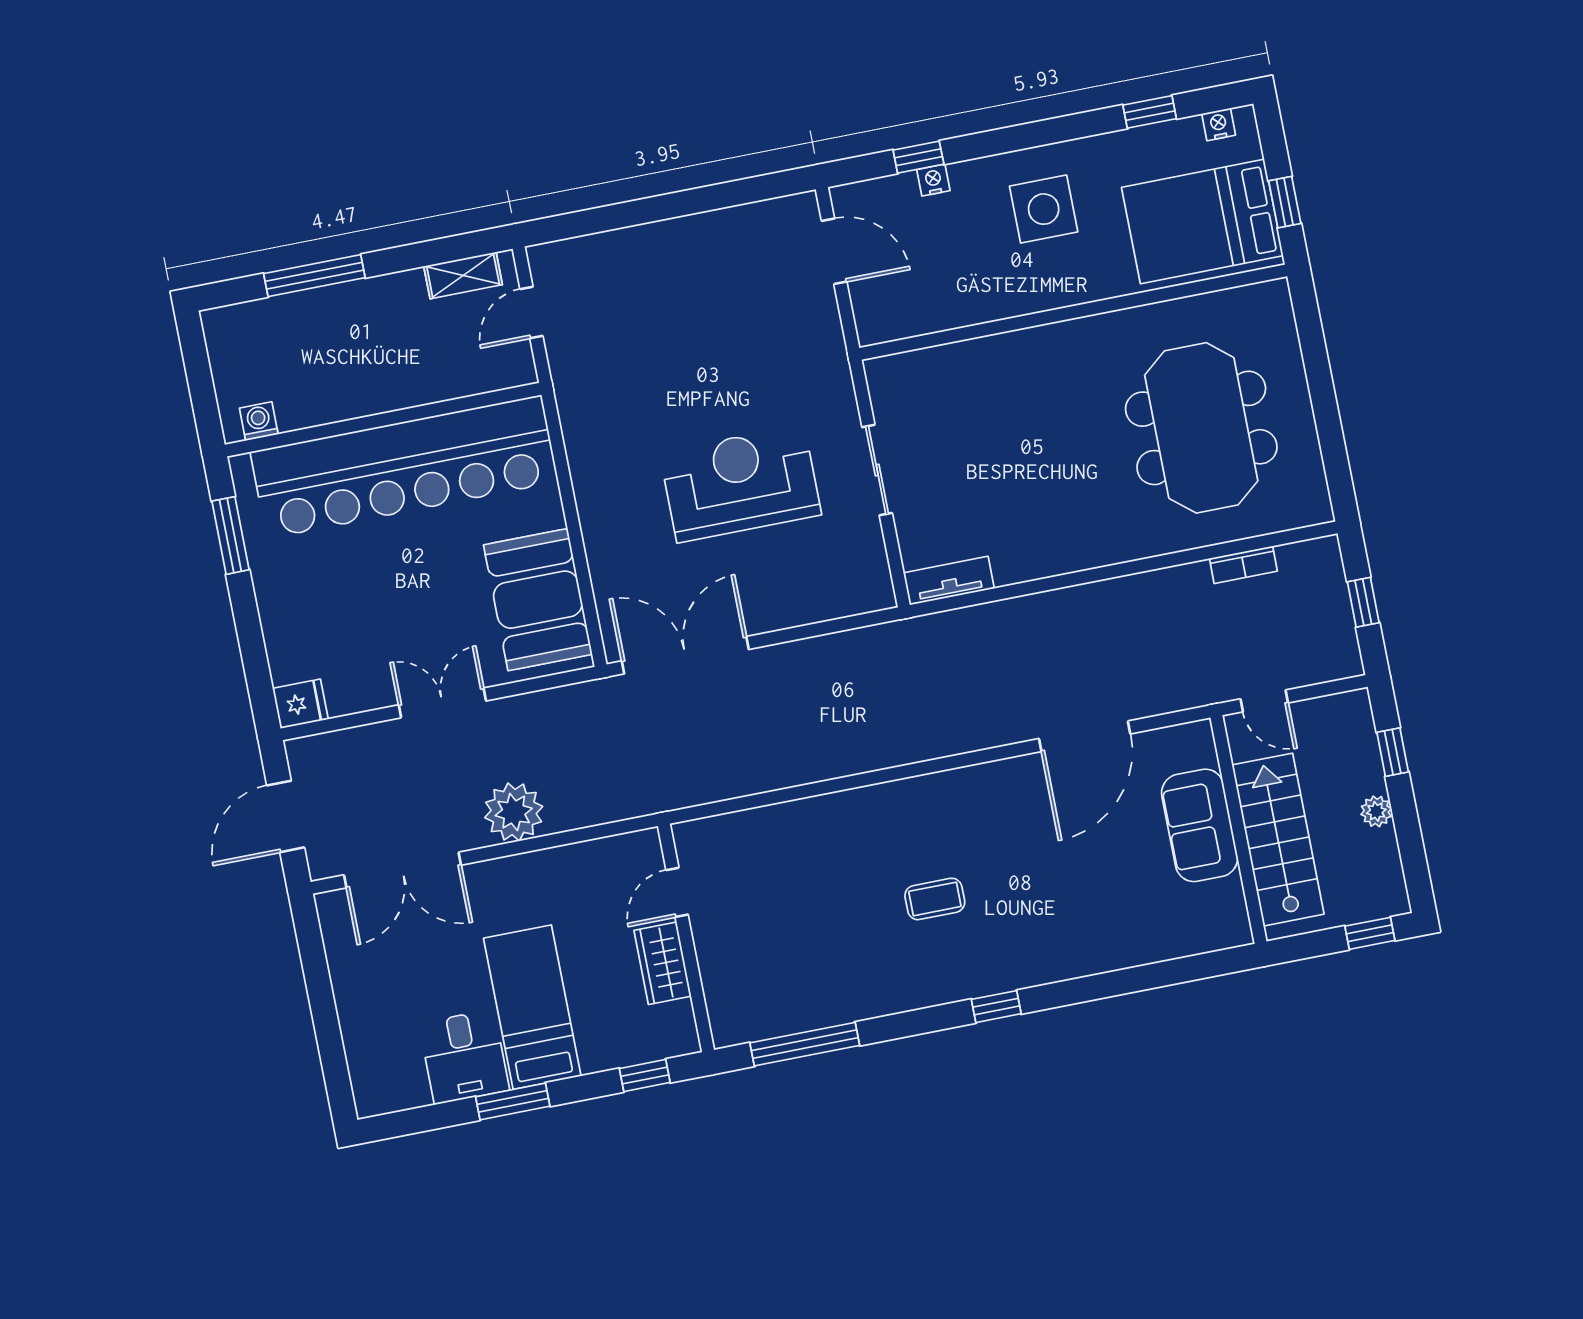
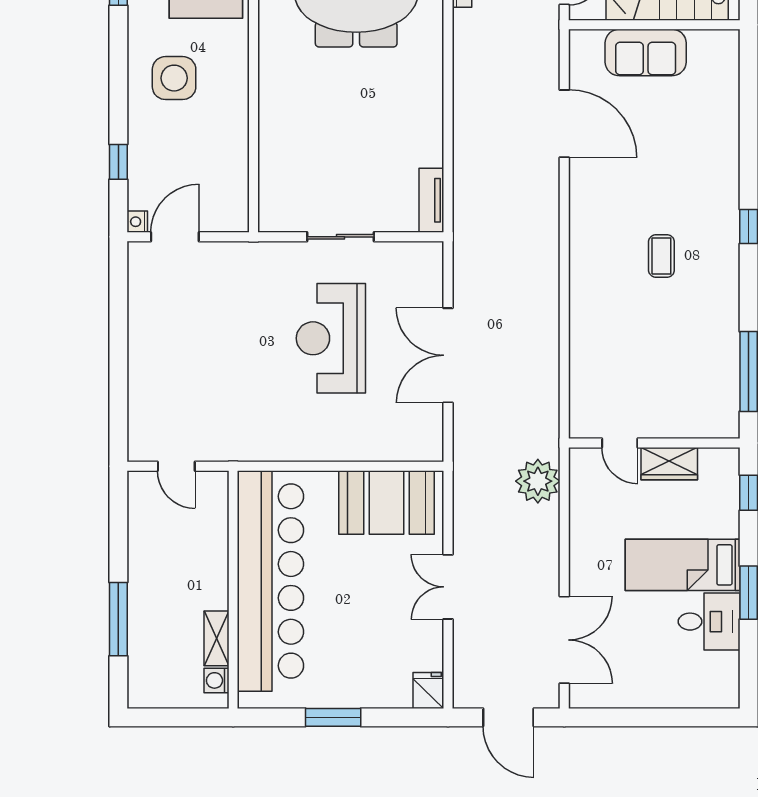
nightstand: (933, 180) -> (137, 222), moved
shelving: (463, 275) -> (216, 638), moved
window: (230, 535) -> (333, 717), moved
double door: (685, 655) -> (448, 355), moved
plant: (514, 812) -> (538, 481), moved

